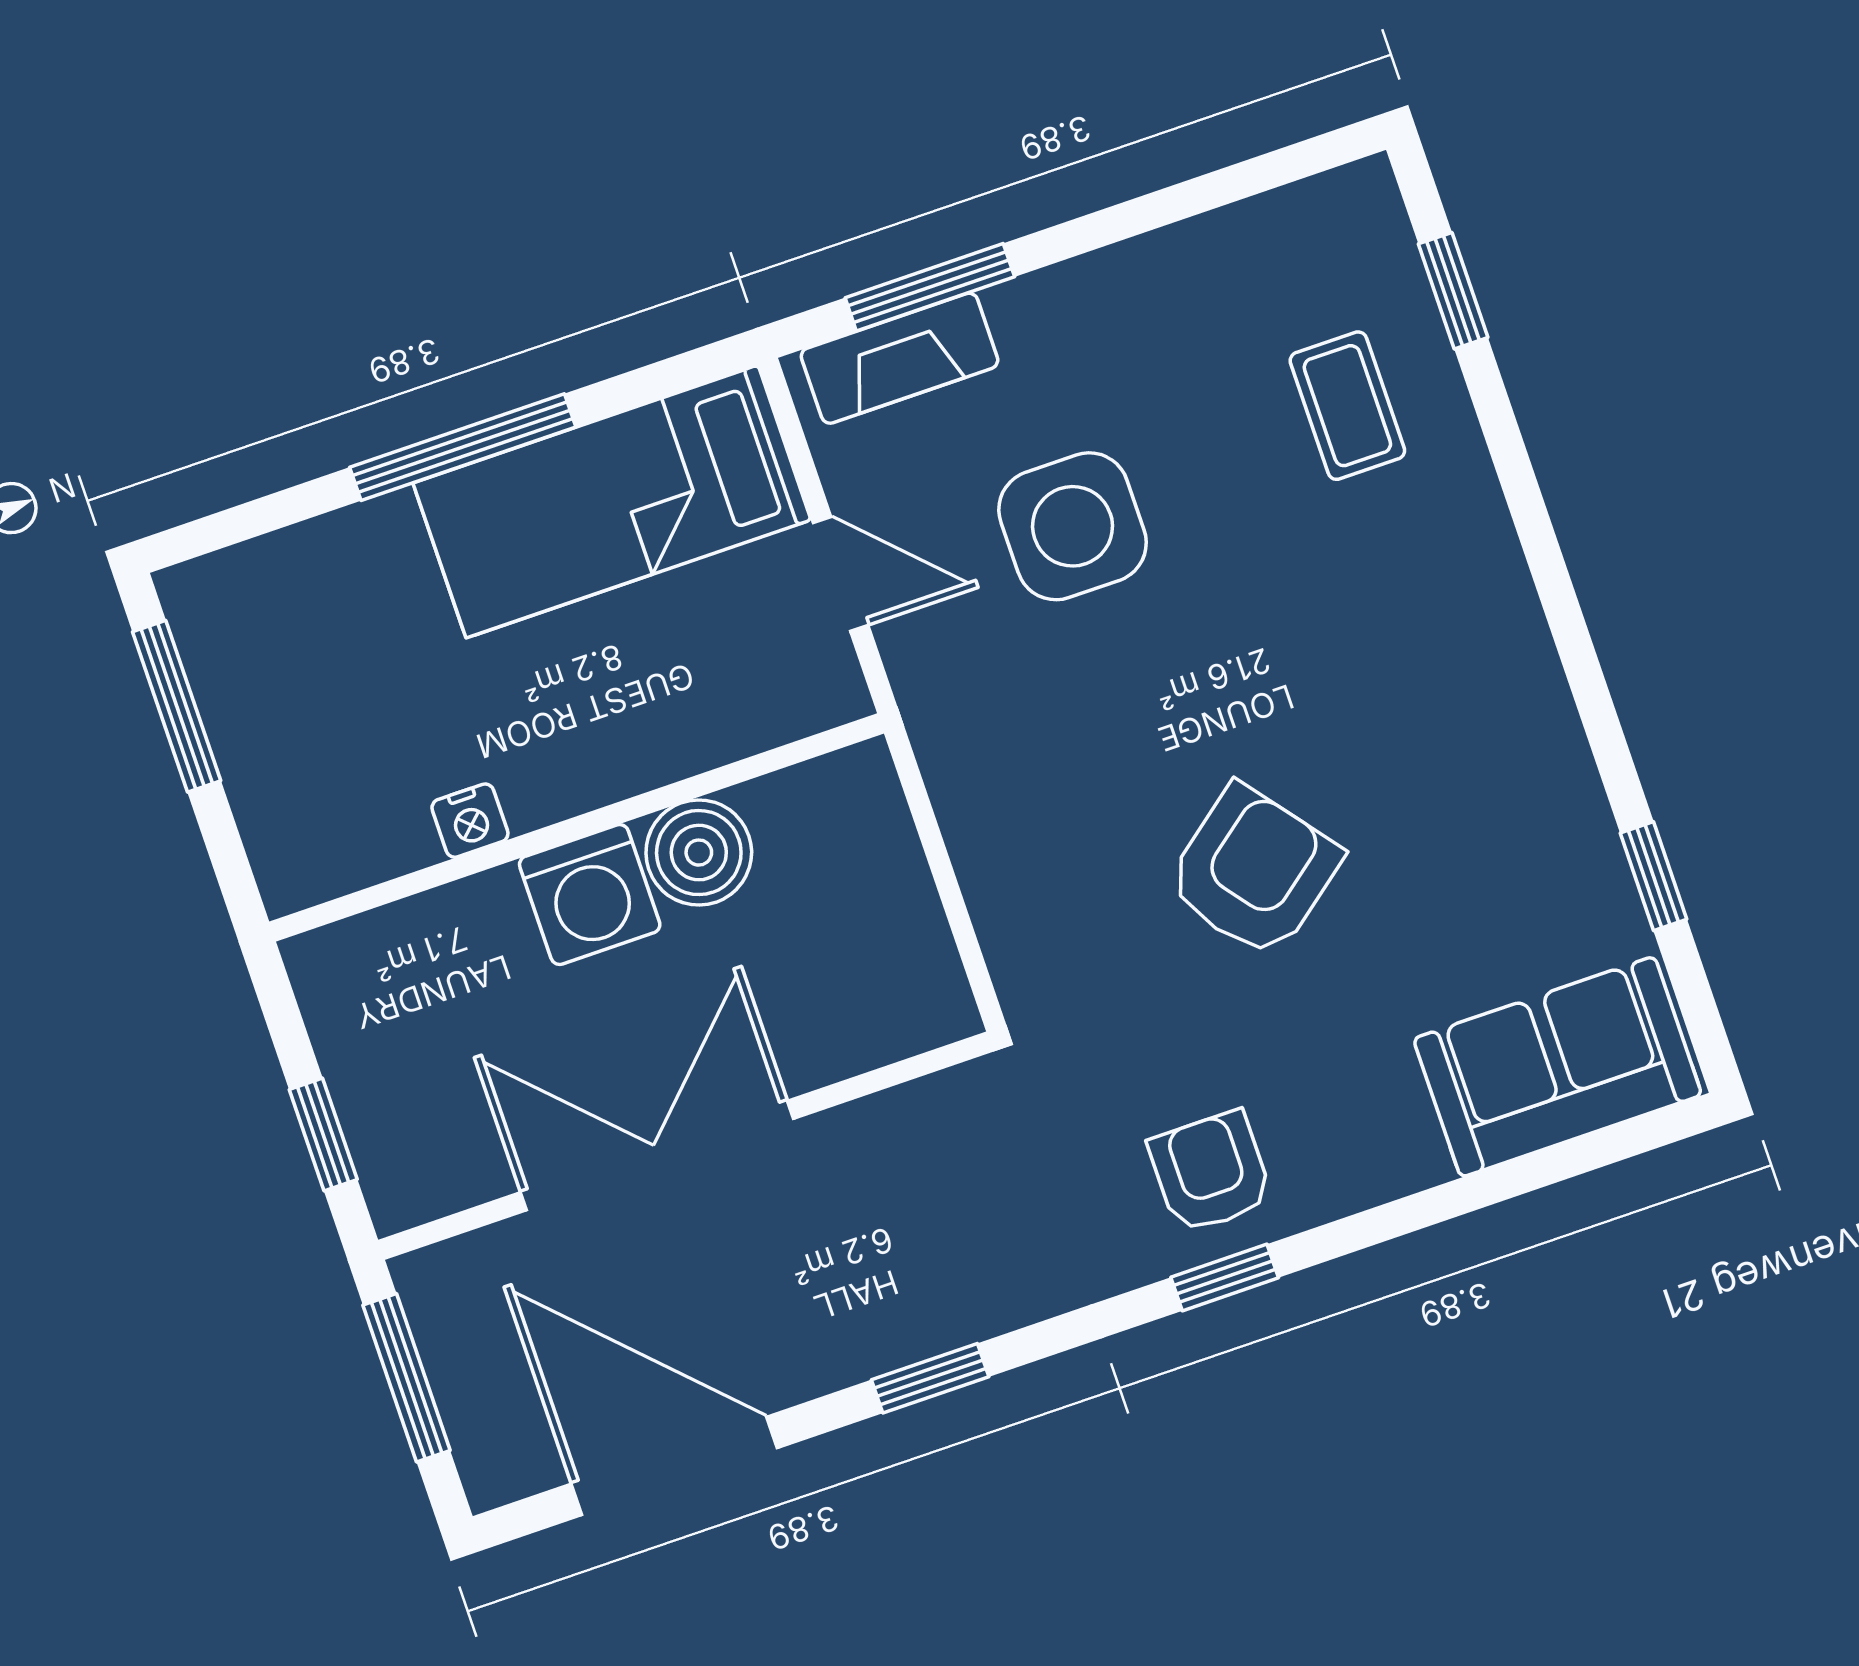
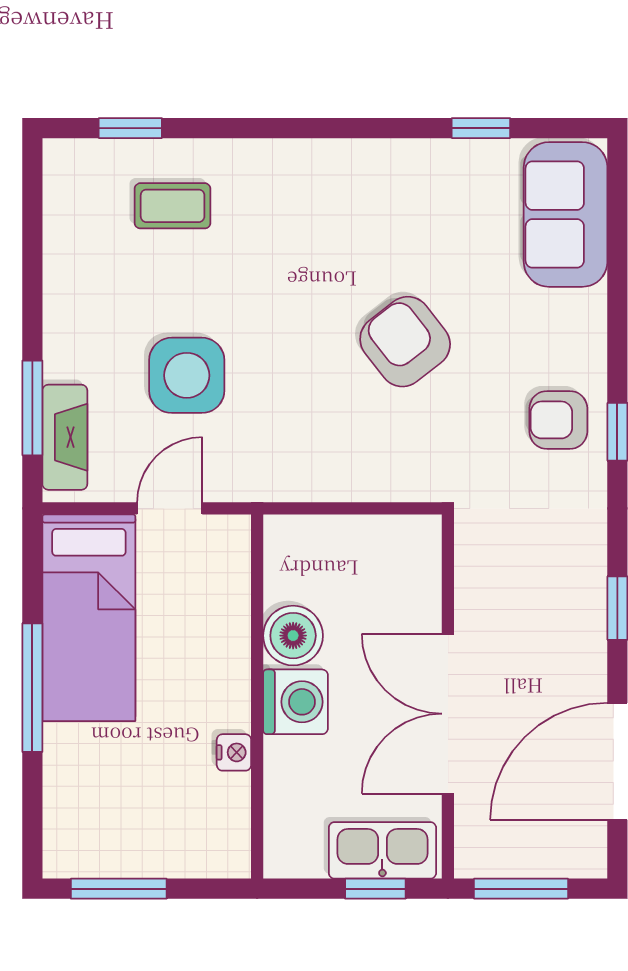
kitchen sink: (391, 1125) -> (382, 850), added

